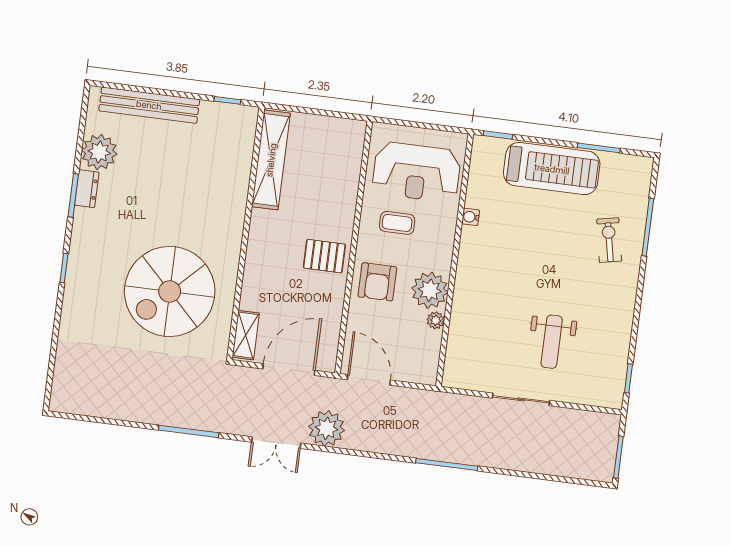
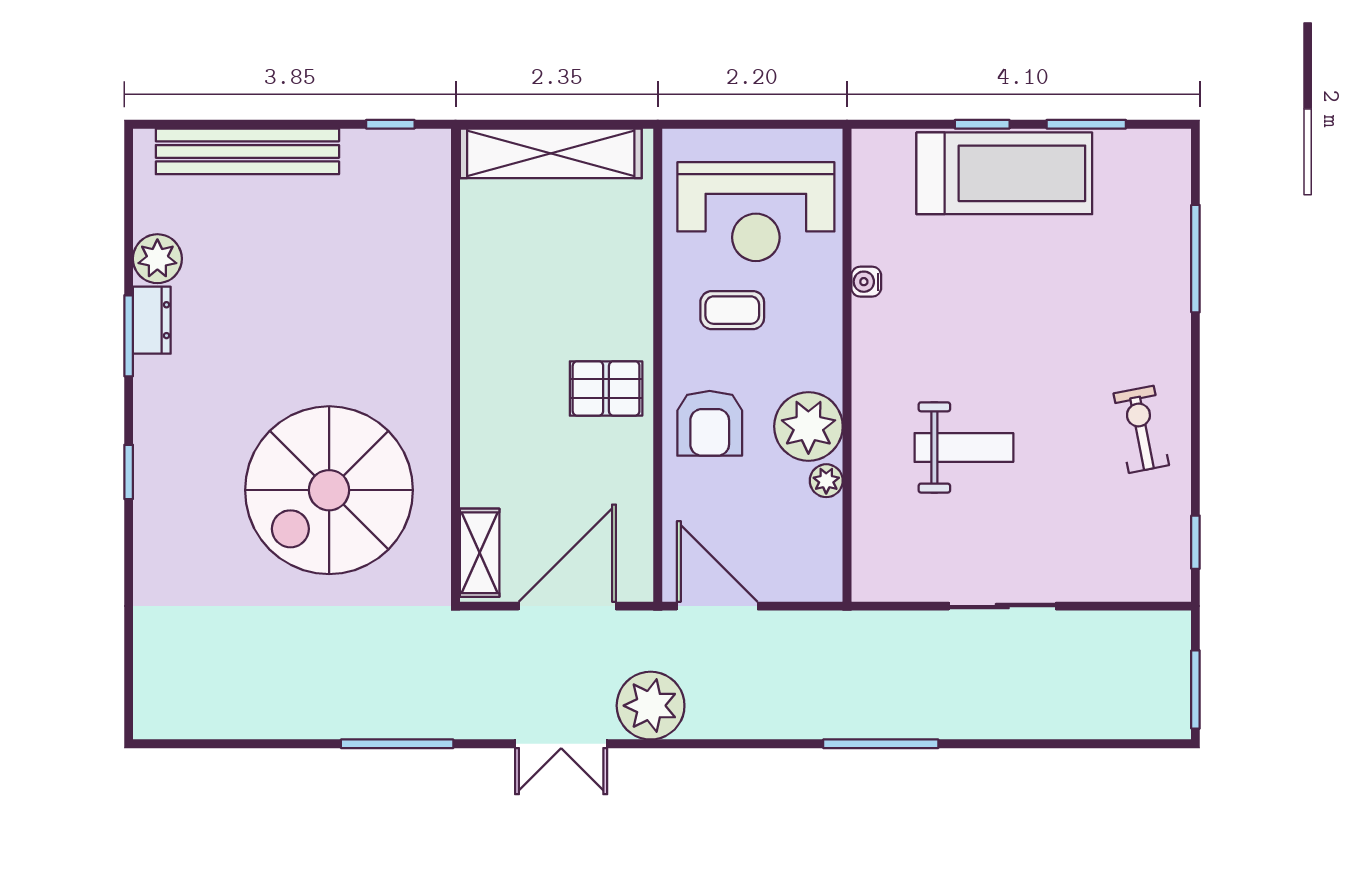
window: (498, 135) -> (982, 124), moved
plant: (99, 152) -> (157, 259), width x0.73, depth x0.73
shelving: (271, 160) -> (551, 153), moved, turned 90
exercise bike: (609, 240) -> (1141, 429), moved
weight bench: (552, 342) -> (964, 447), moved, turned -90

